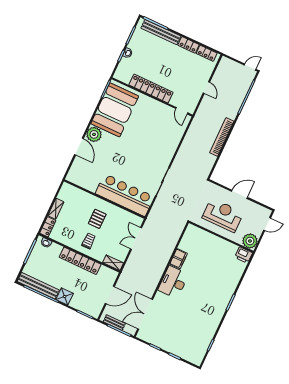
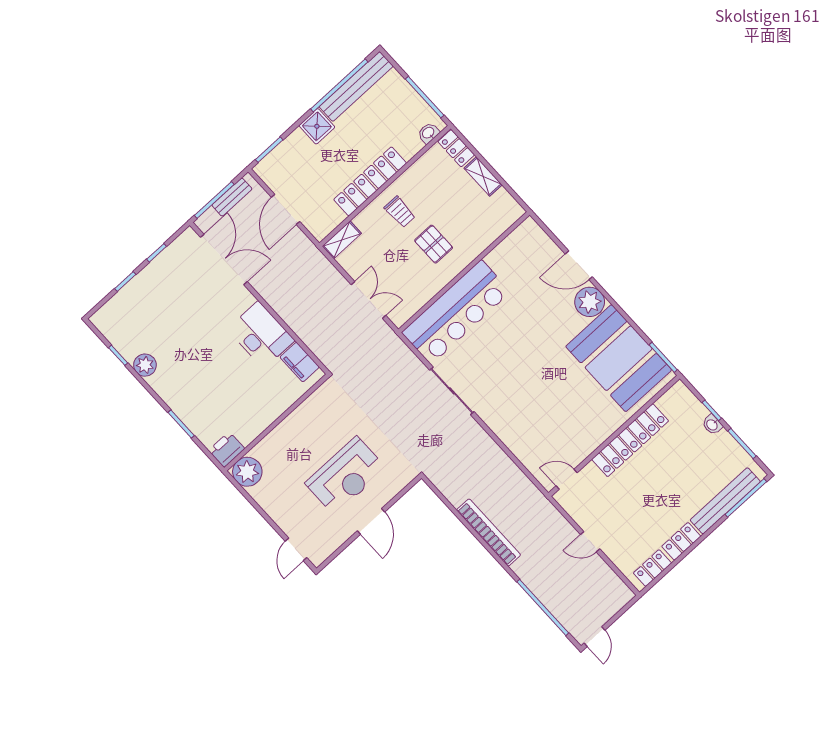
wall: (221, 237) -> (277, 422), moved
plant: (250, 241) -> (247, 472), moved
printer: (244, 255) -> (227, 450), moved
plant: (210, 331) -> (145, 365), added

